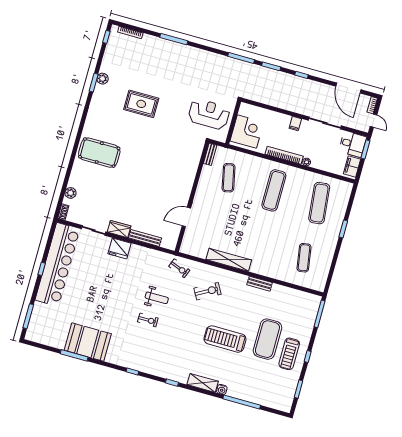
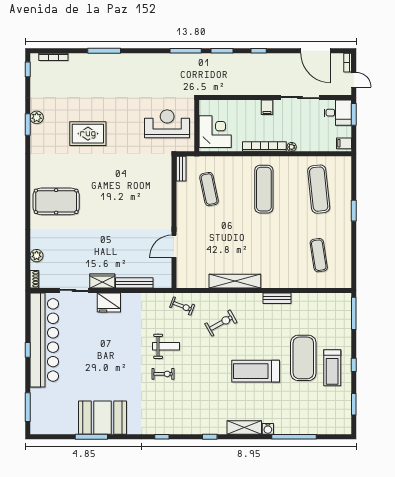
filing cabinet: (352, 166) -> (344, 143), width x0.50

